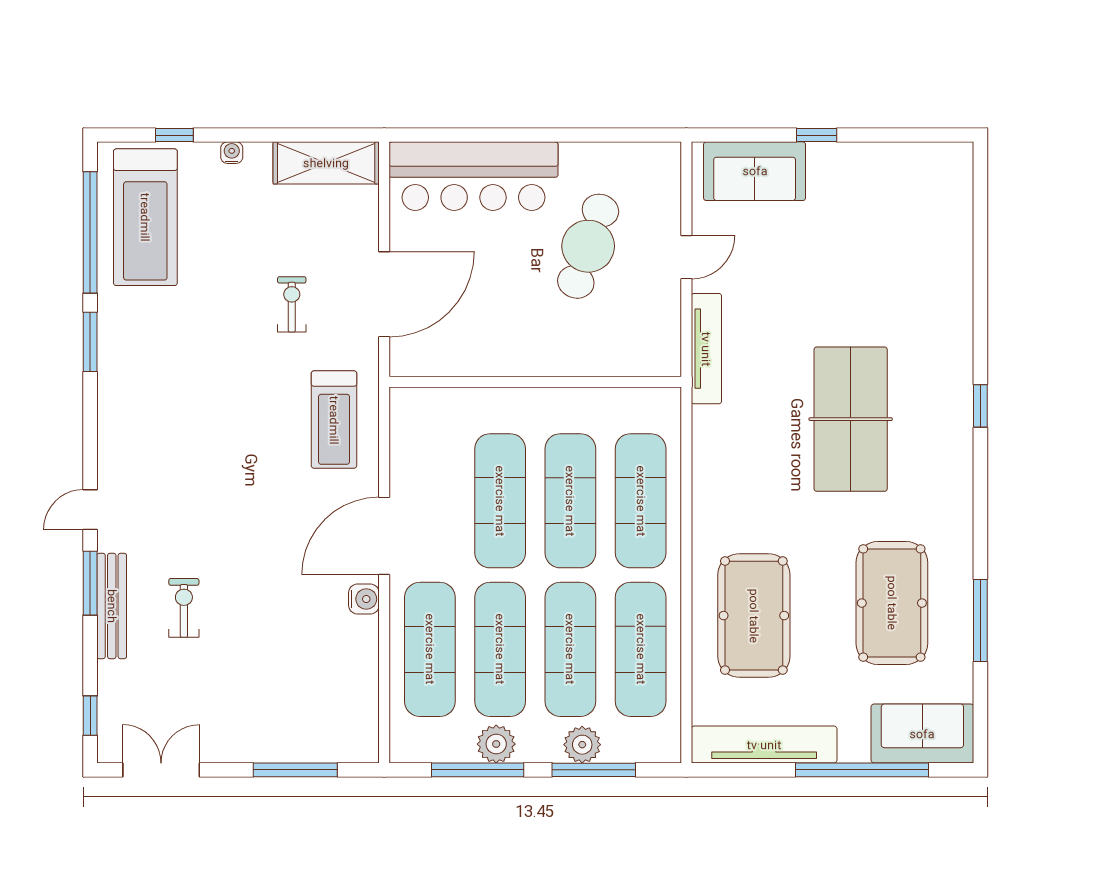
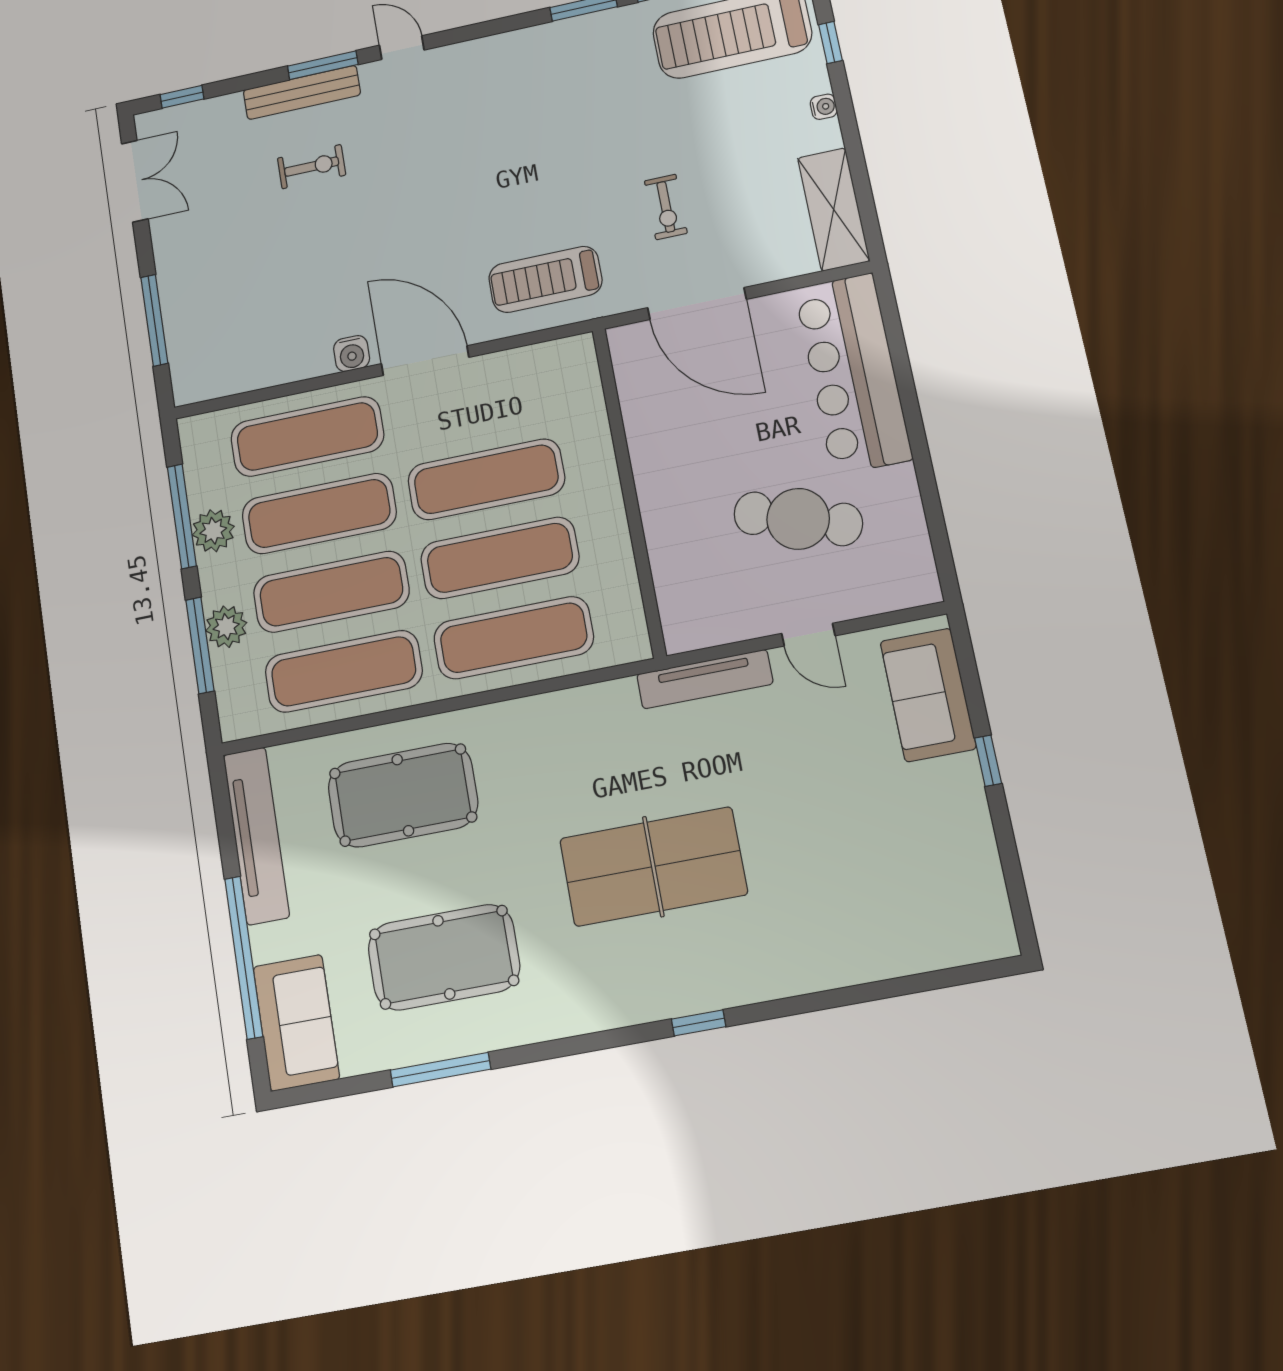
exercise bike: (292, 304) -> (666, 207), turned 90

